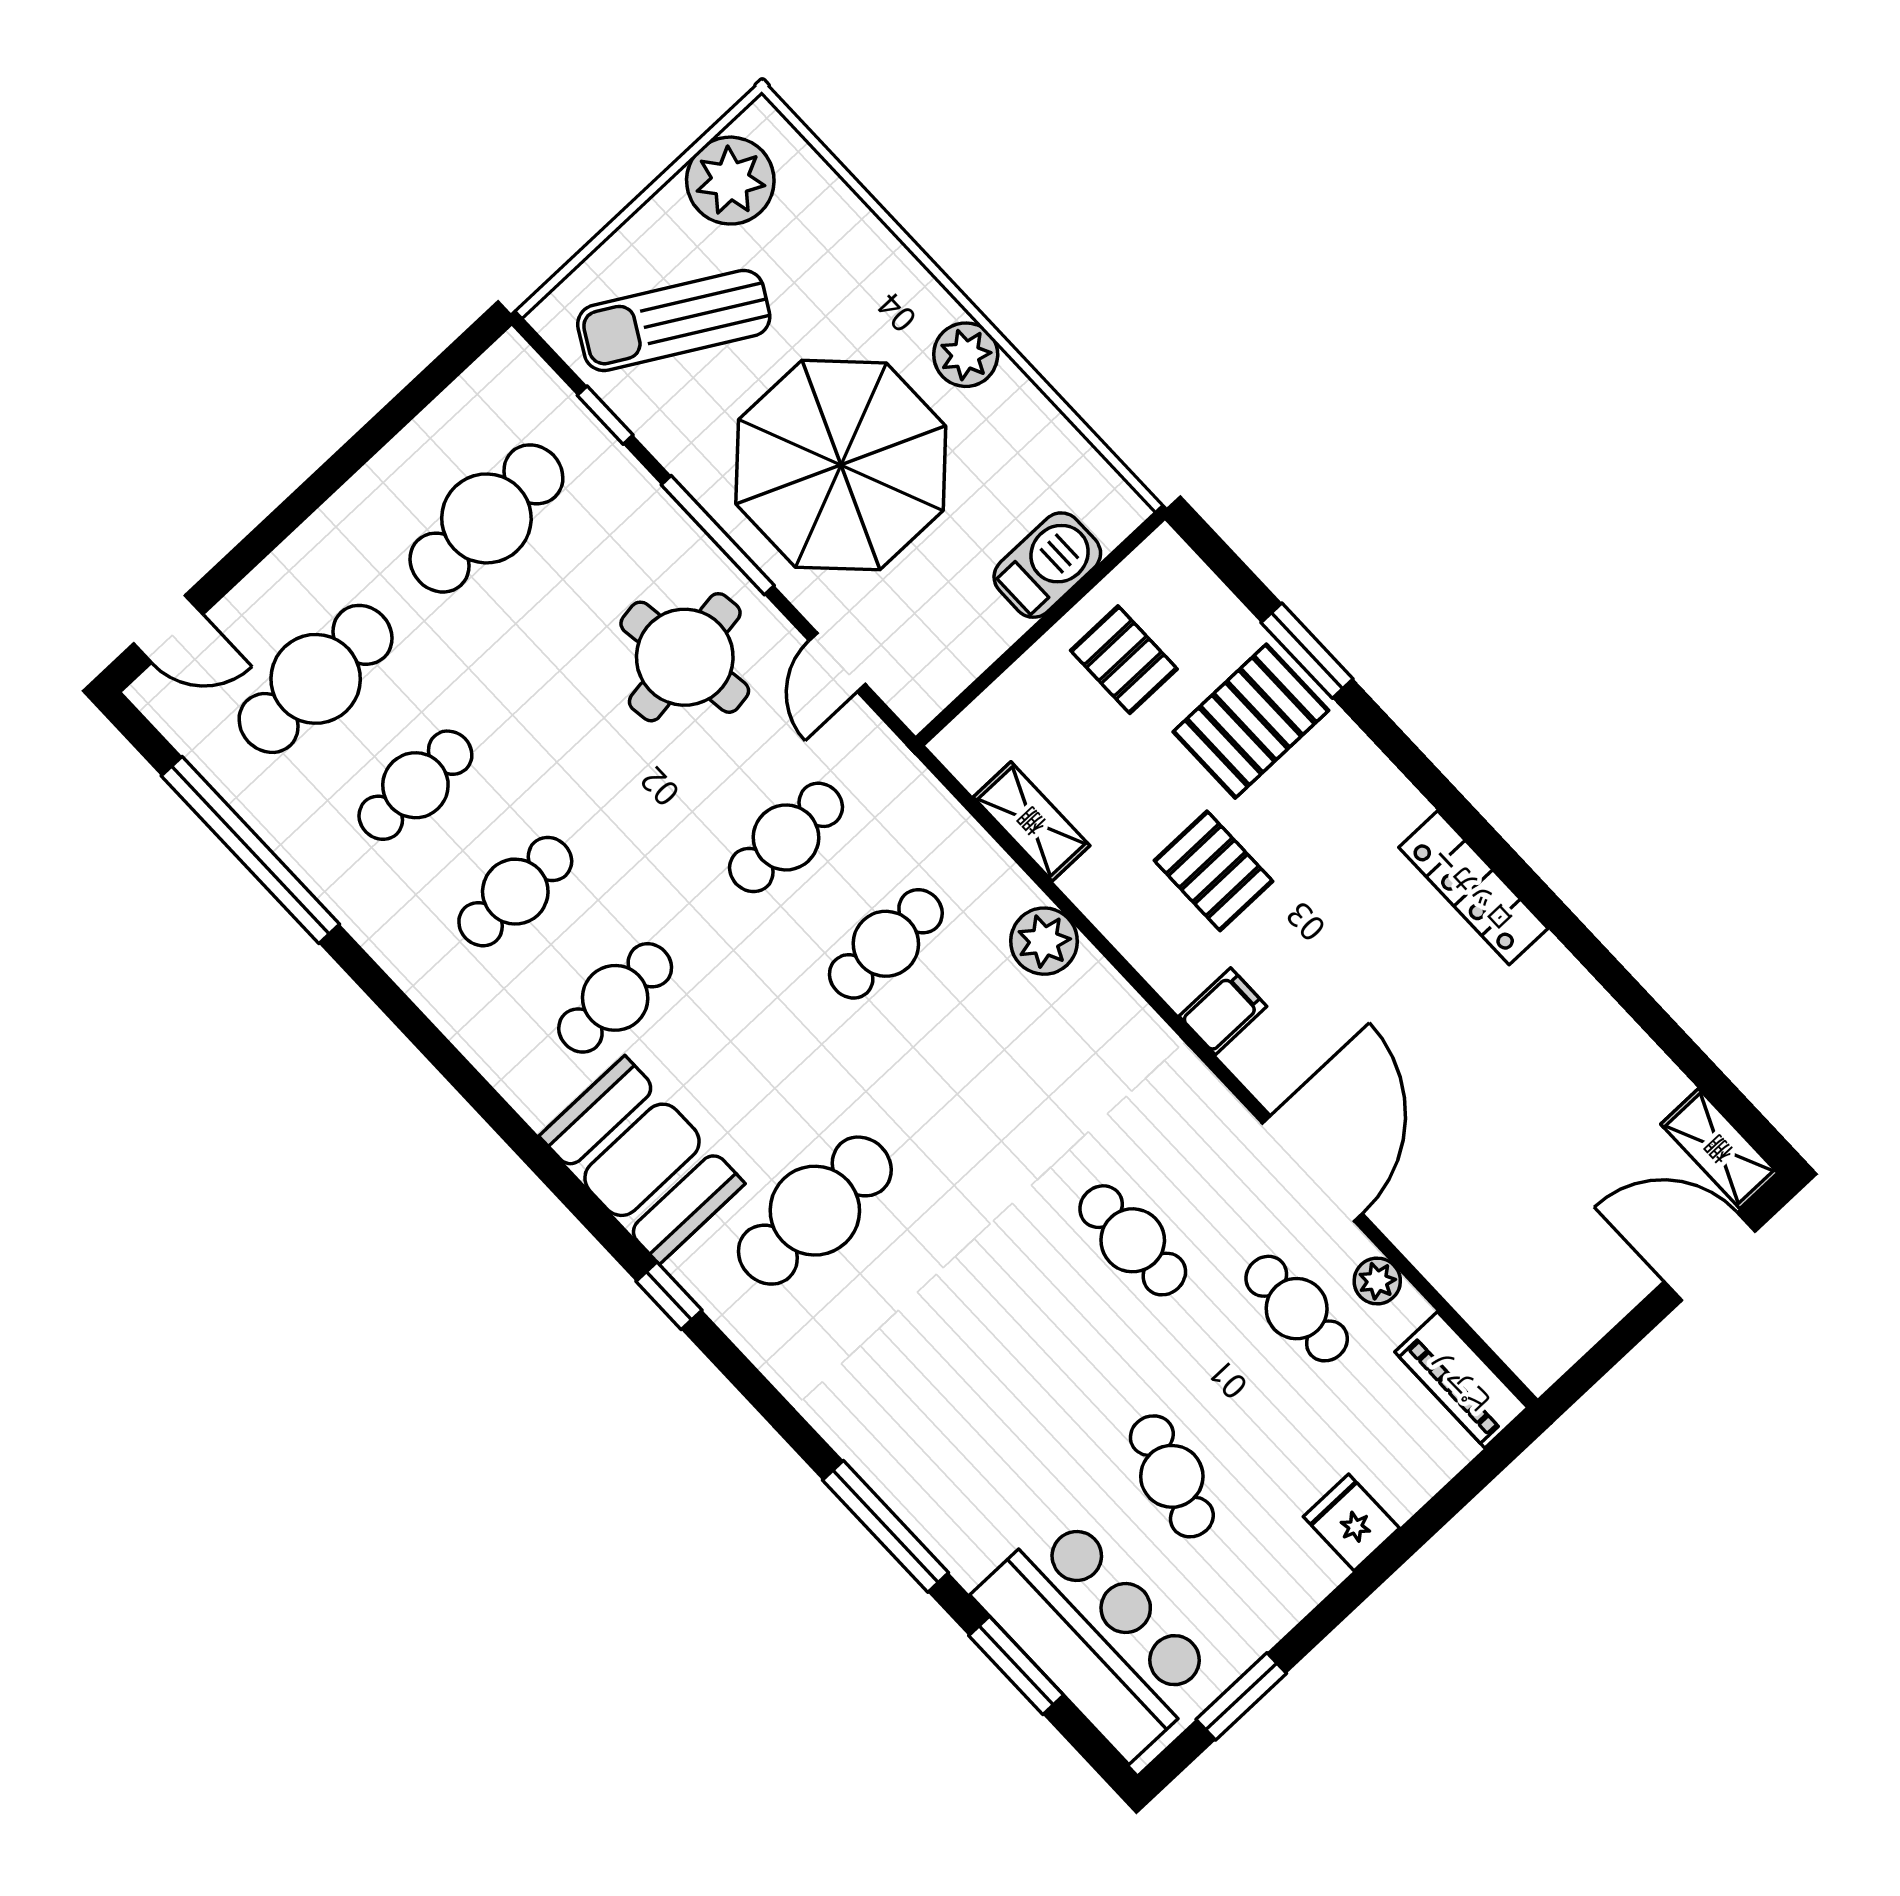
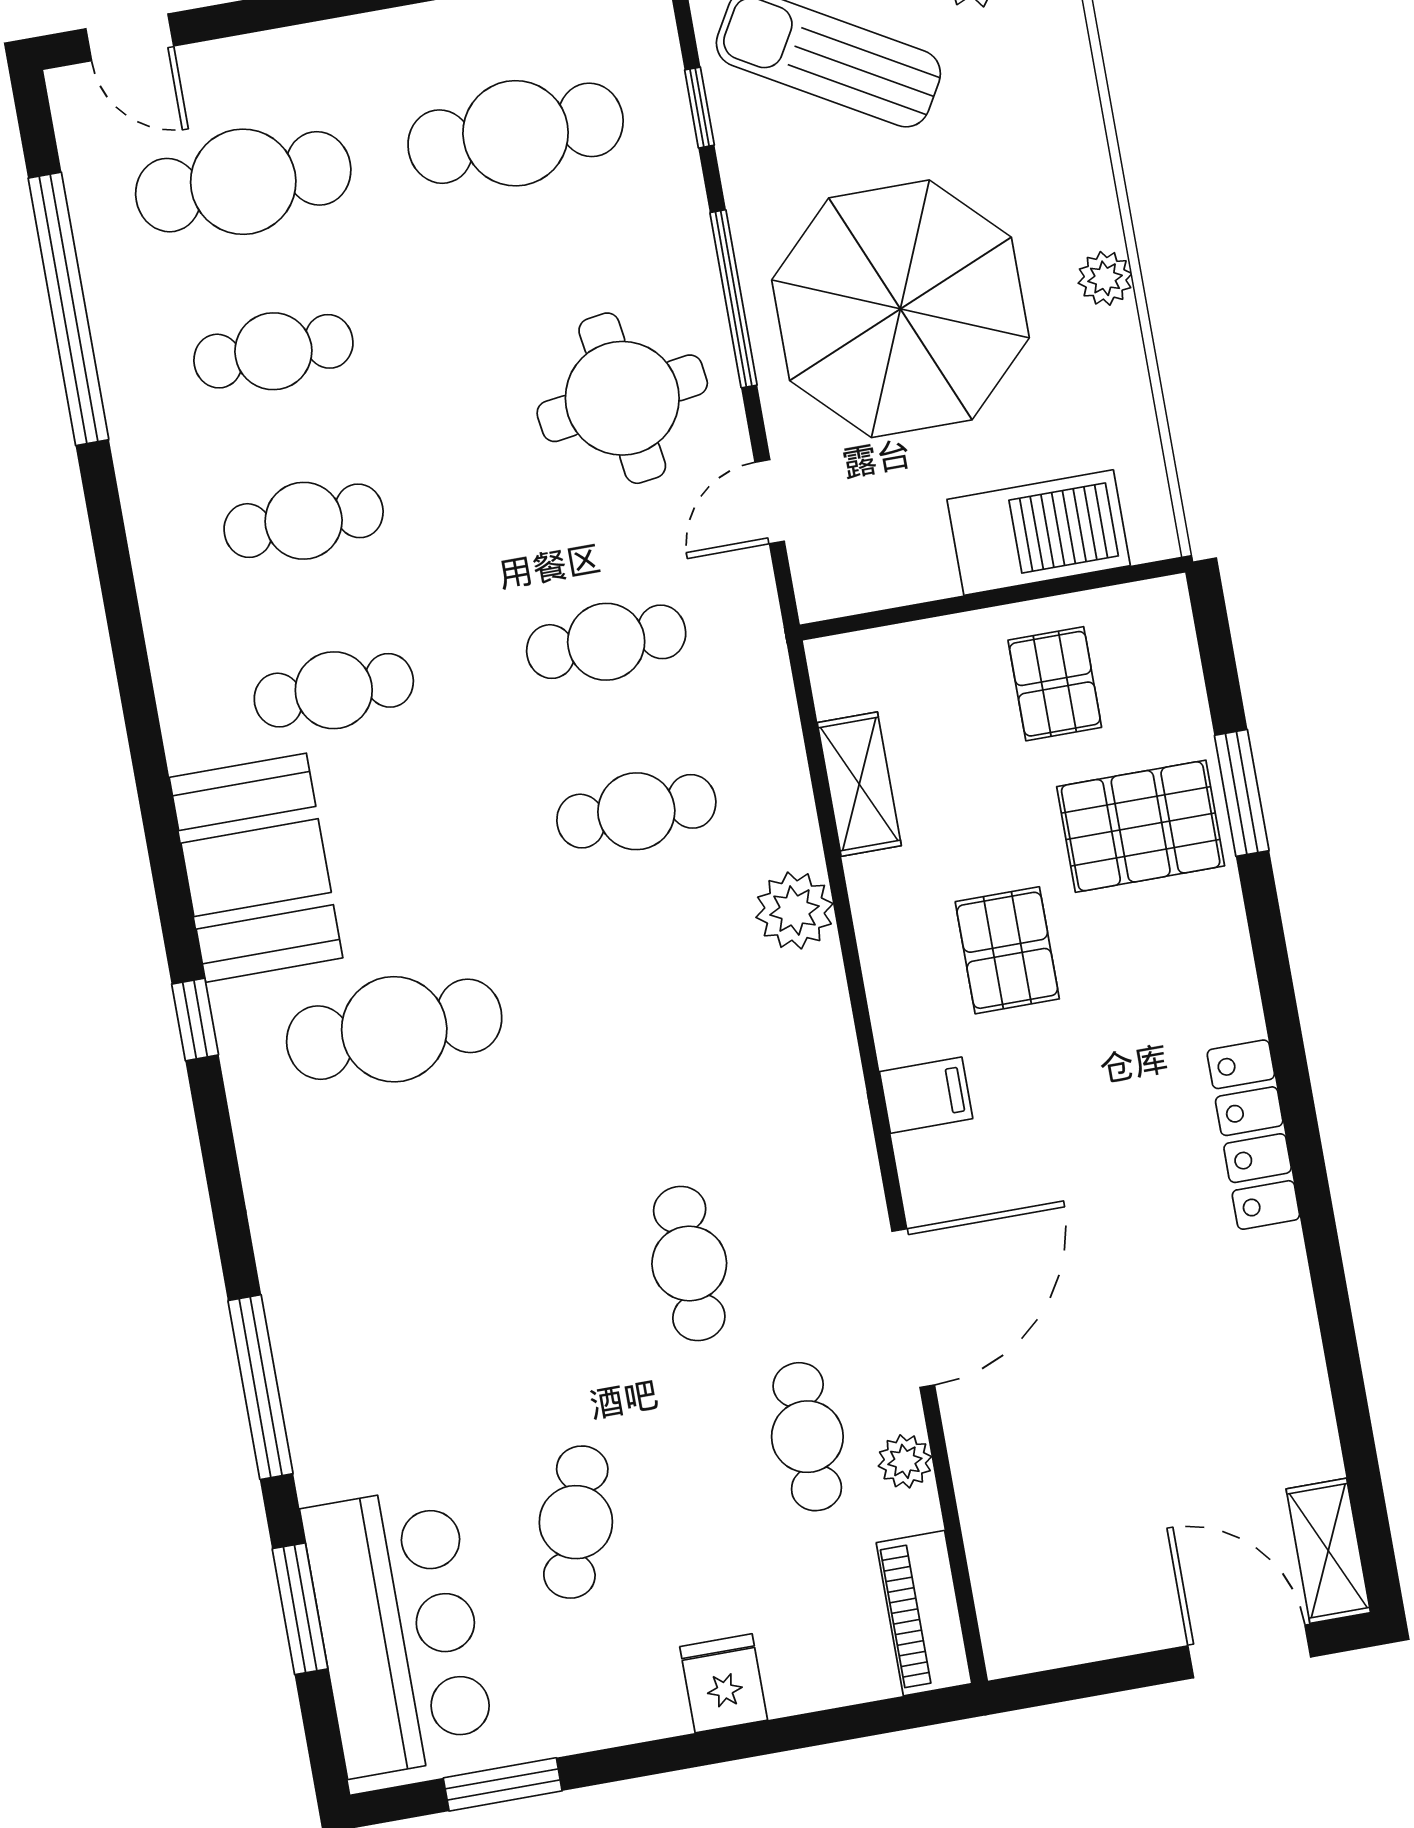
plant: (966, 355) -> (1105, 278), width x0.73, depth x0.73
barbecue: (1047, 565) -> (1039, 533), width x1.37, depth x1.21

